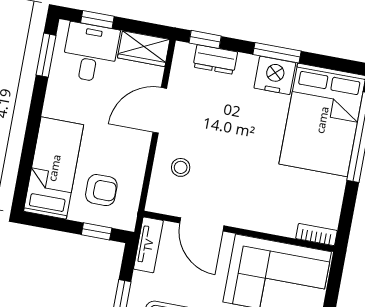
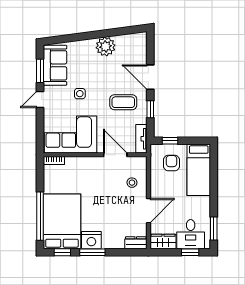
window: (205, 39) -> (62, 252), moved
dresser: (215, 60) -> (136, 243), moved
armchair: (101, 190) -> (171, 163), turned 90

